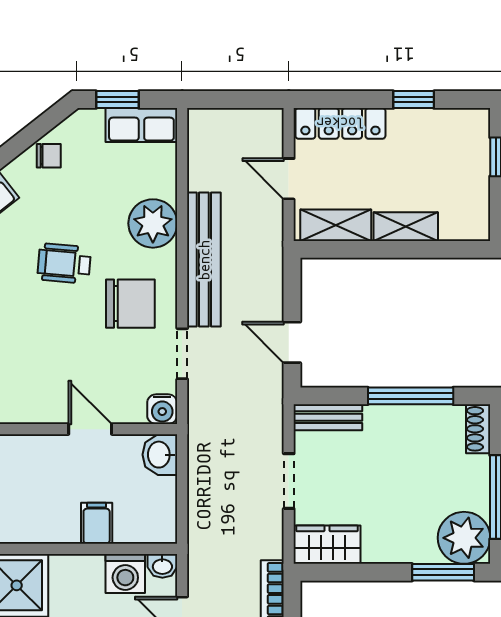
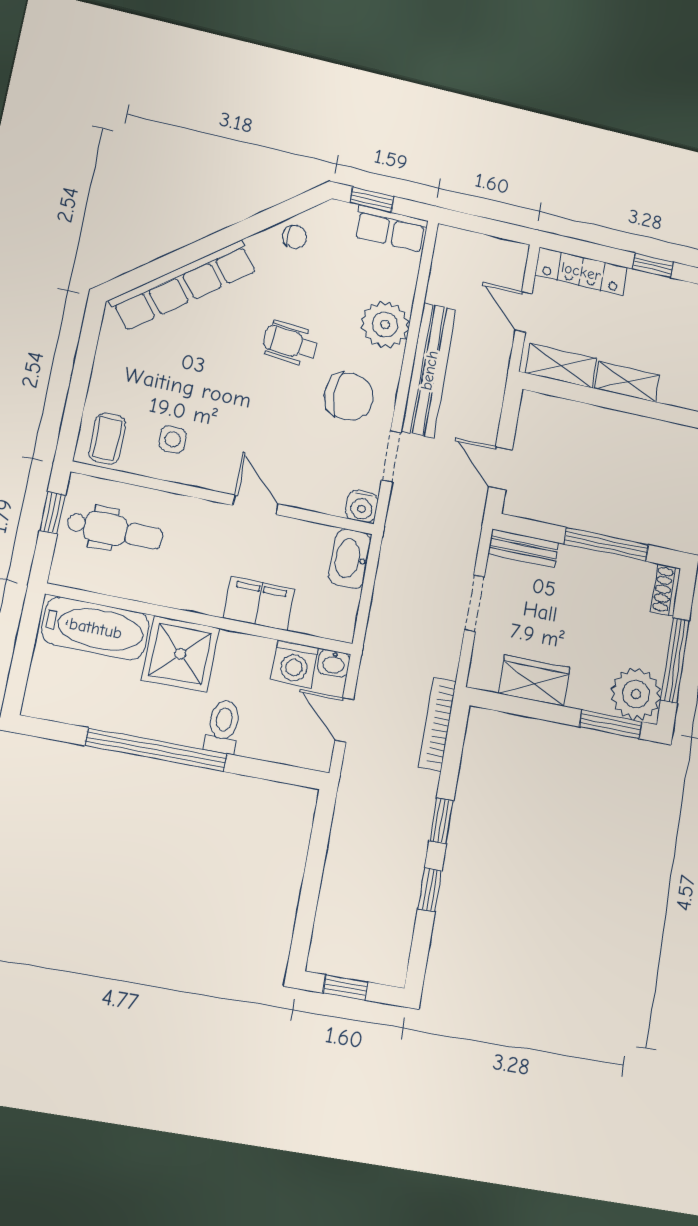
door: (90, 429) -> (256, 505), moved
washbasin: (160, 455) -> (350, 559), width x1.38
filing cabinet: (97, 523) -> (259, 604), width x2.00
wardrobe: (327, 545) -> (534, 681), moved

